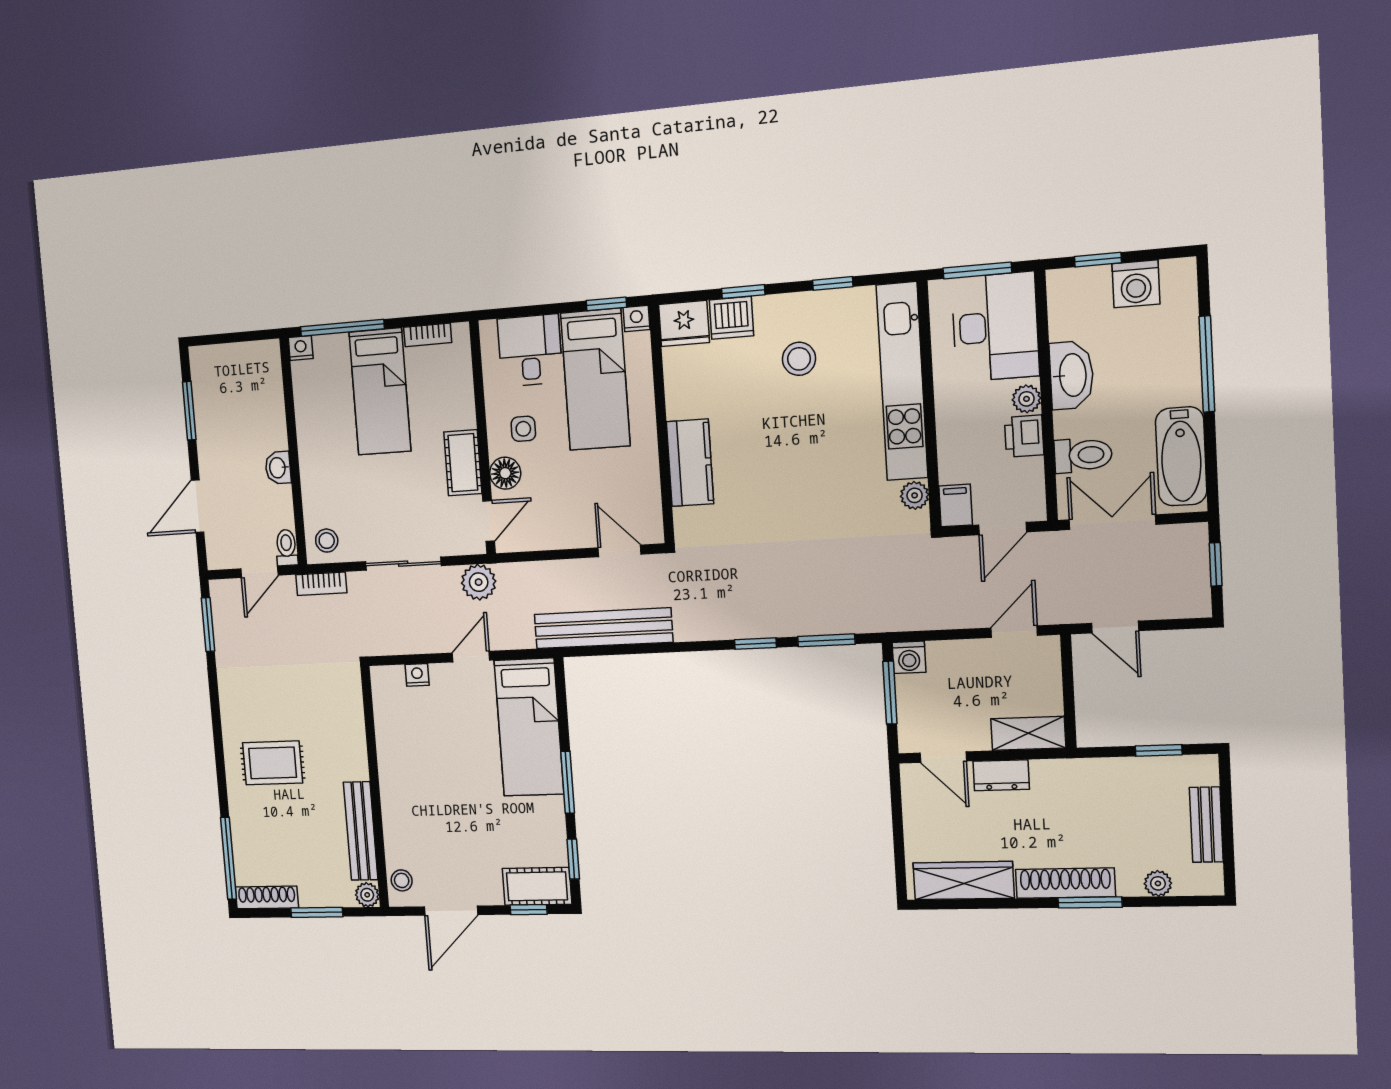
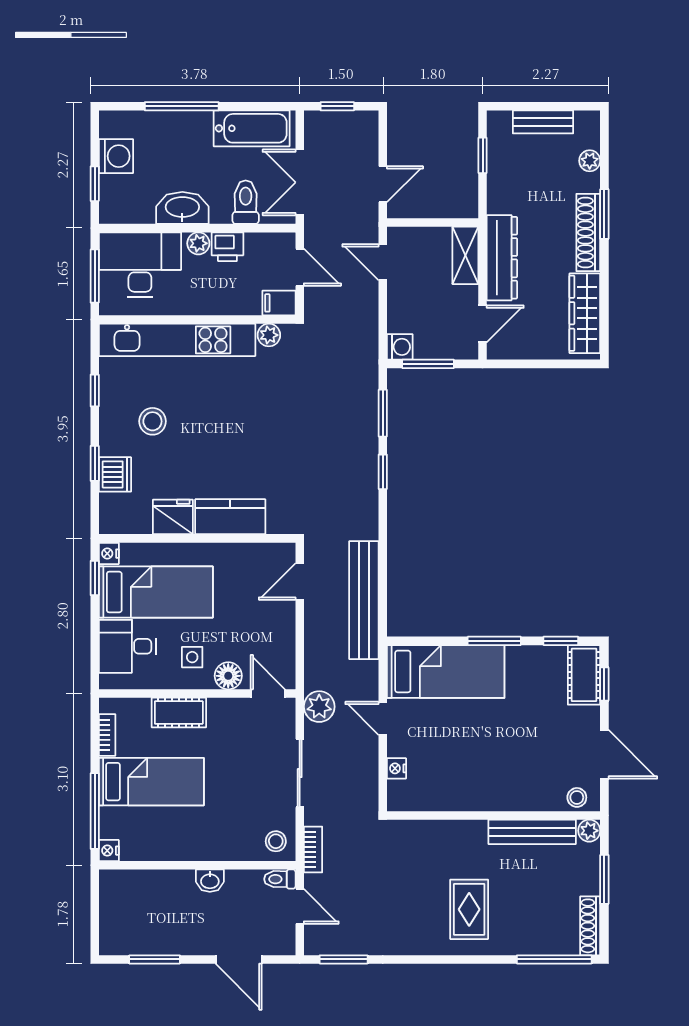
fridge: (684, 323) -> (173, 517), moved, turned -90
cot: (463, 463) -> (179, 713), moved
dresser: (1001, 775) -> (502, 258), width x1.96, depth x1.24

